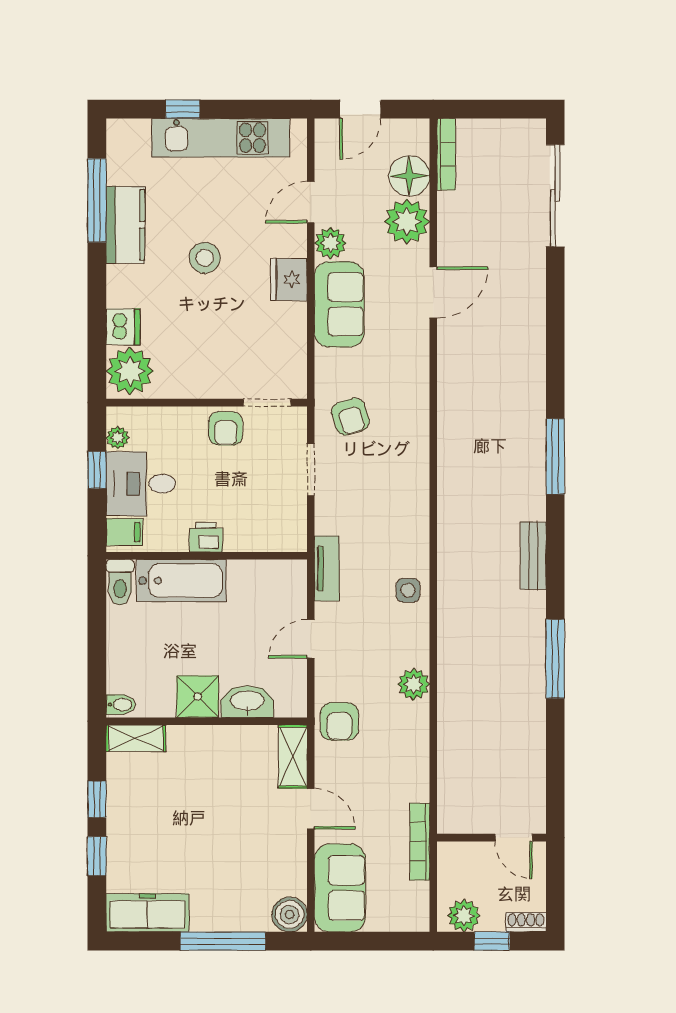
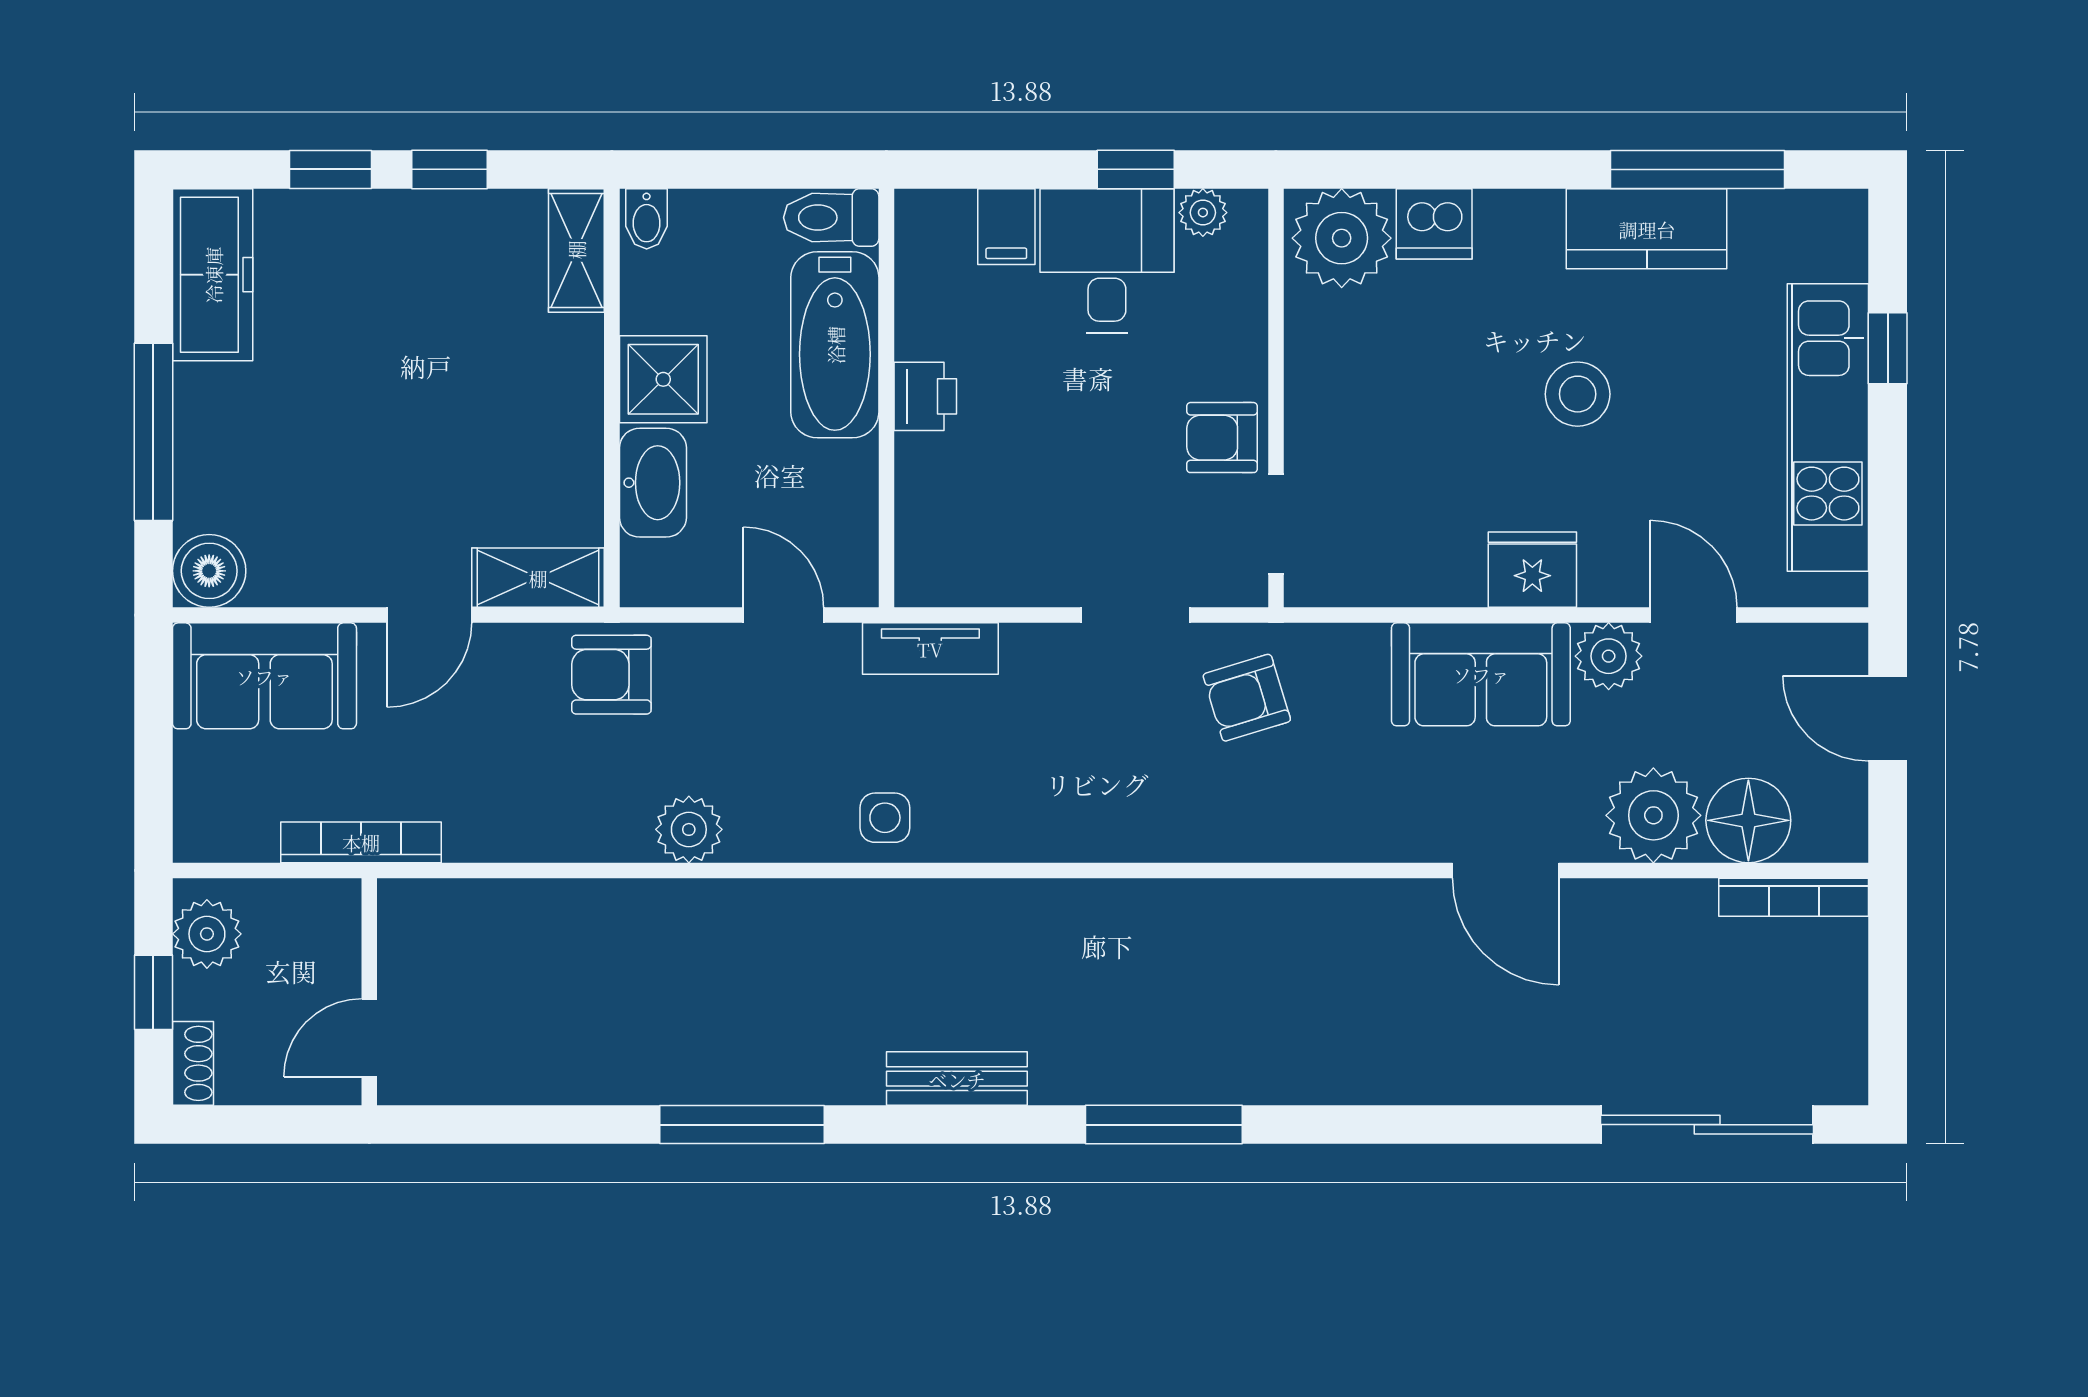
printer: (206, 537) -> (925, 396), moved
wall: (207, 556) -> (886, 398), moved
bathtub: (181, 581) -> (835, 345), moved
toilet: (120, 582) -> (831, 218), moved

